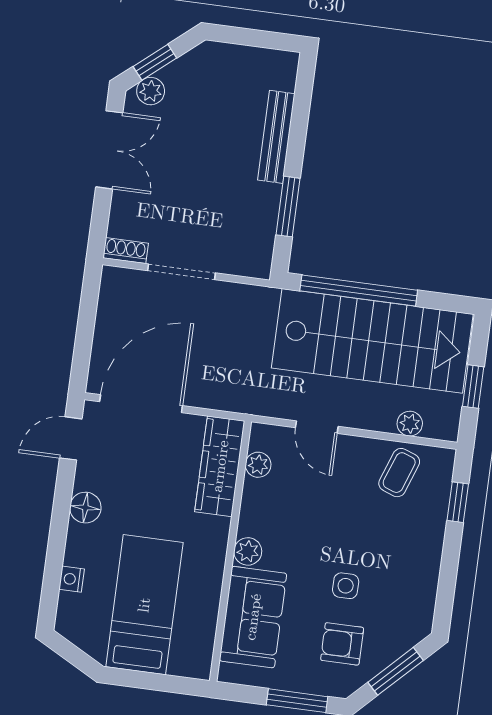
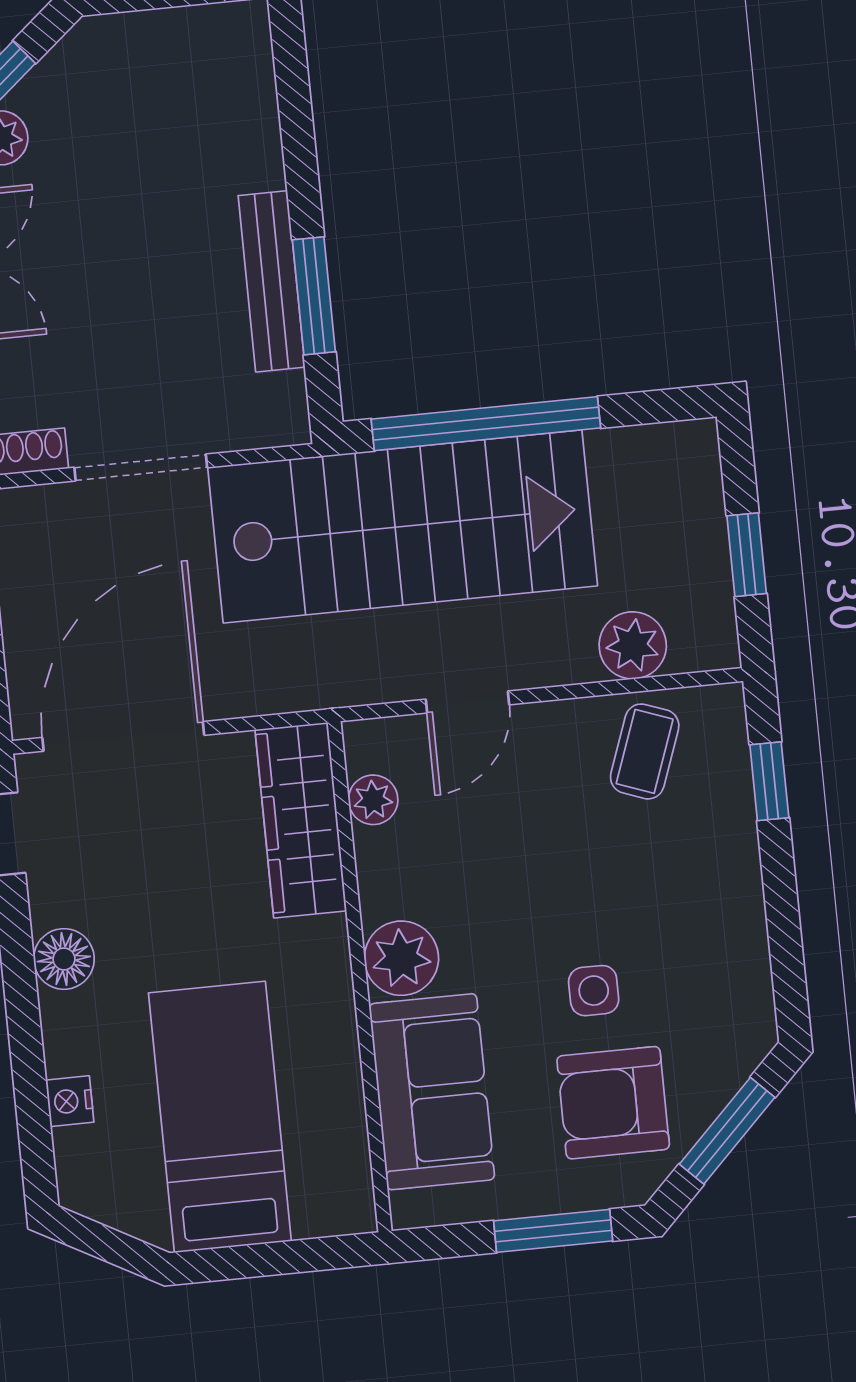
bench: (276, 137) -> (272, 281), moved
stairs: (372, 341) -> (403, 527), moved
plant: (410, 424) -> (633, 645), width x1.38, depth x1.38
door: (317, 427) -> (468, 702), hinge flipped
plant: (248, 551) -> (401, 958), width x1.38, depth x1.38
armchair: (342, 644) -> (613, 1103), width x1.38, depth x1.38

